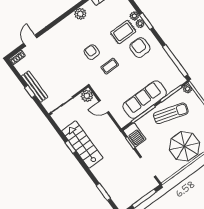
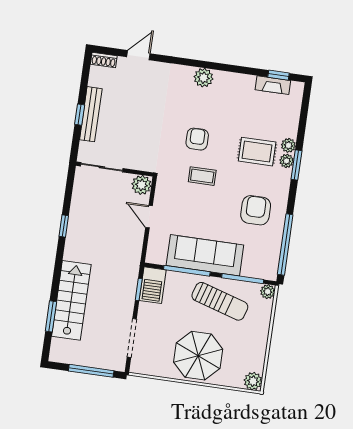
plant: (80, 14) -> (204, 78), moved
armchair: (140, 48) -> (256, 210), moved
stairs: (82, 145) -> (71, 300), moved

